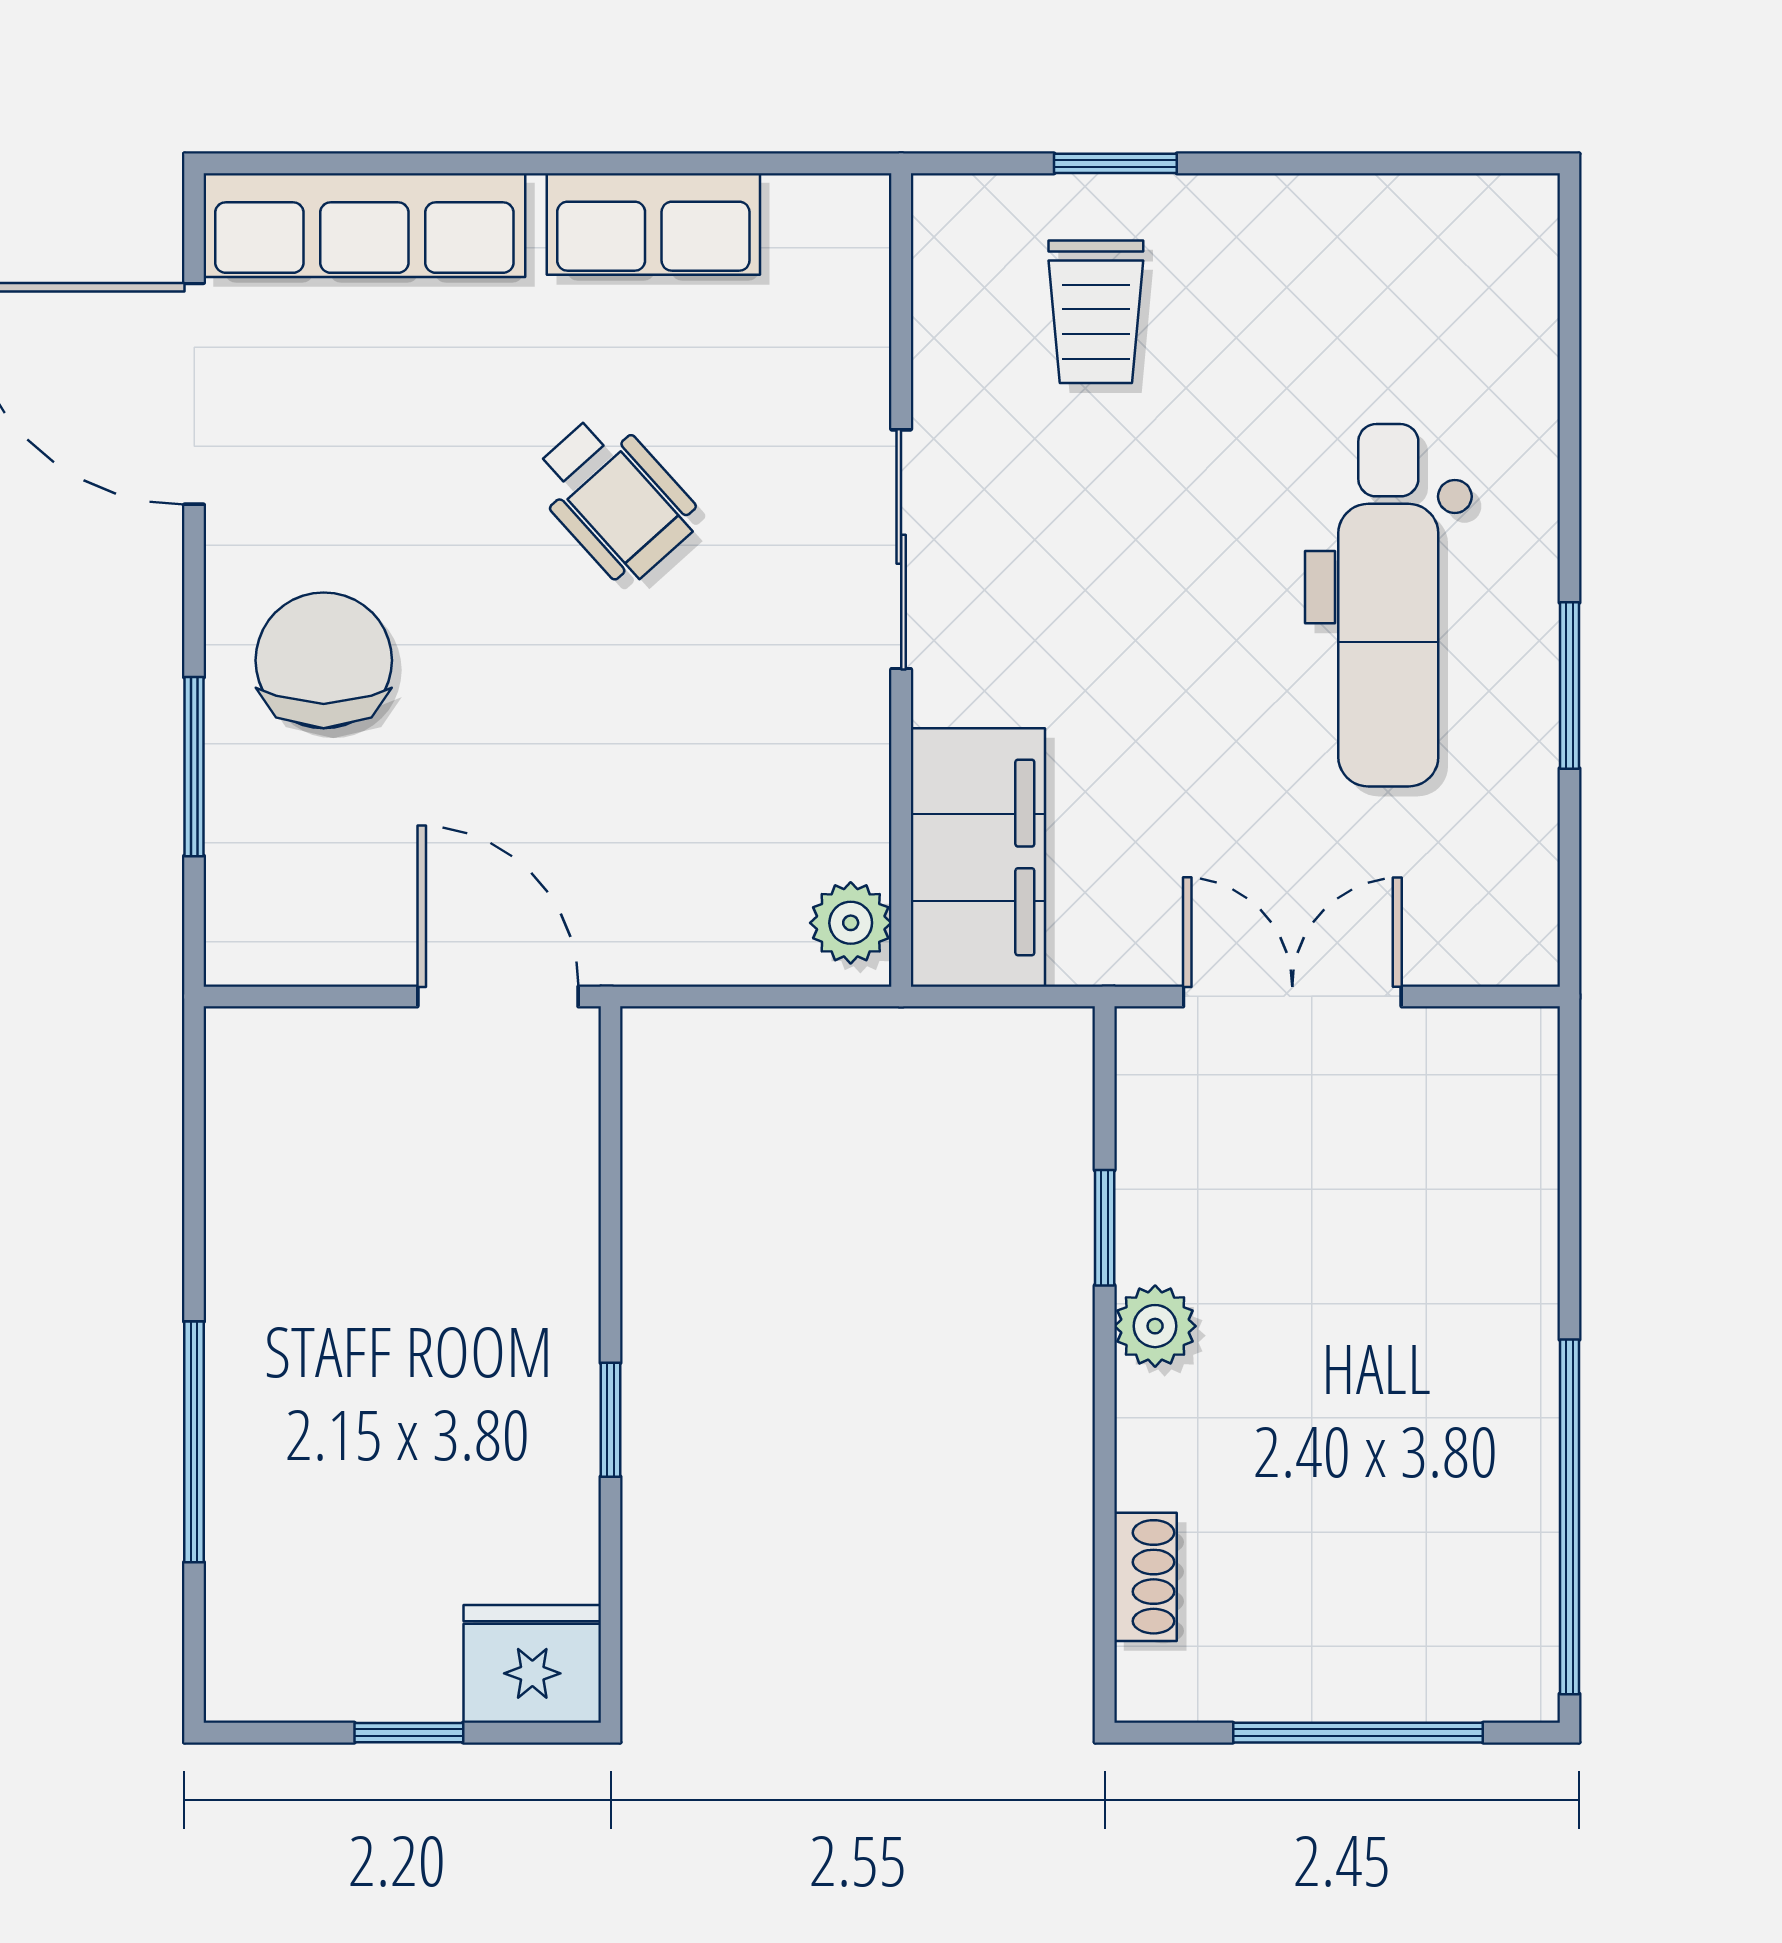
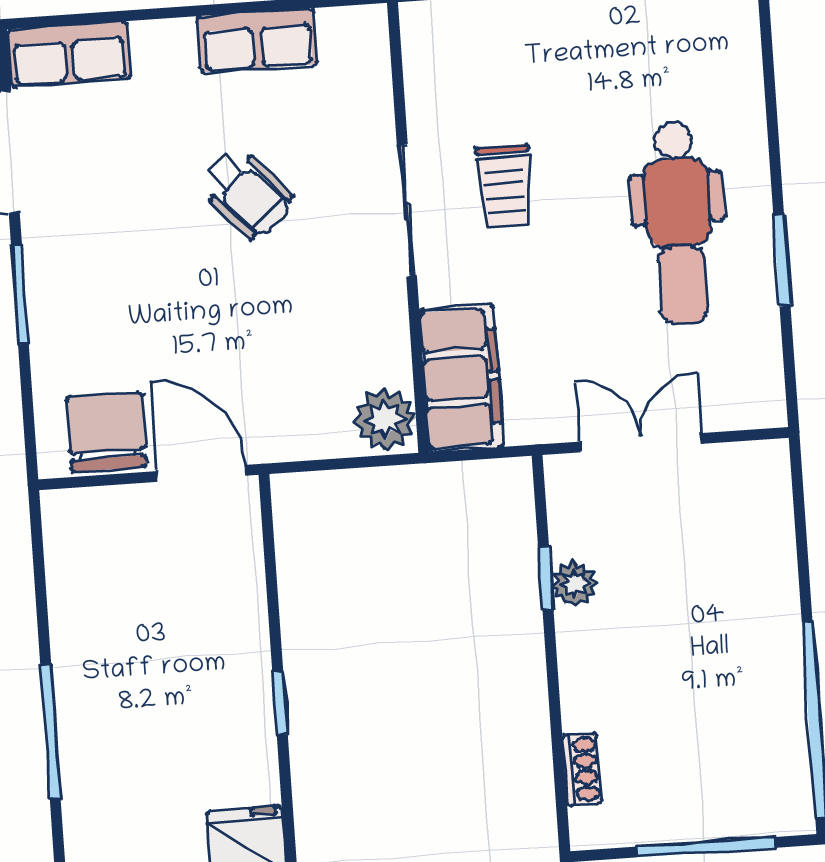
row of seats: (364, 225) -> (69, 54), width x0.68
trolley: (1096, 312) -> (505, 185), moved
chair: (324, 660) -> (107, 432), moved
window: (194, 767) -> (20, 295), moved
plant: (851, 923) -> (385, 420), width x1.38, depth x1.38
plant: (1155, 1326) -> (574, 584), moved

